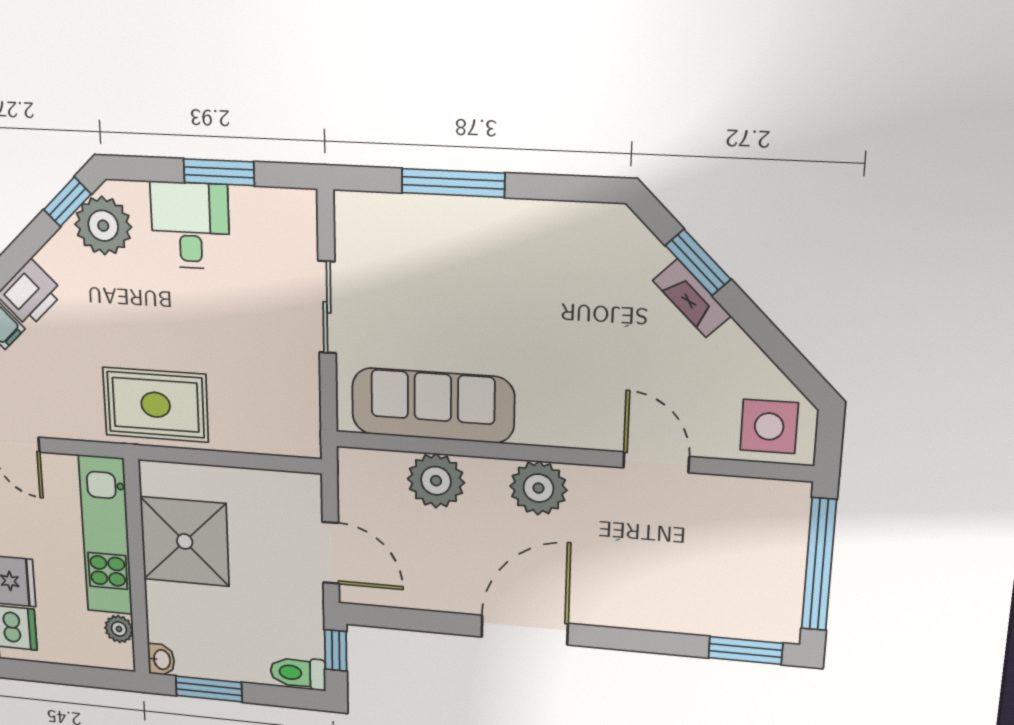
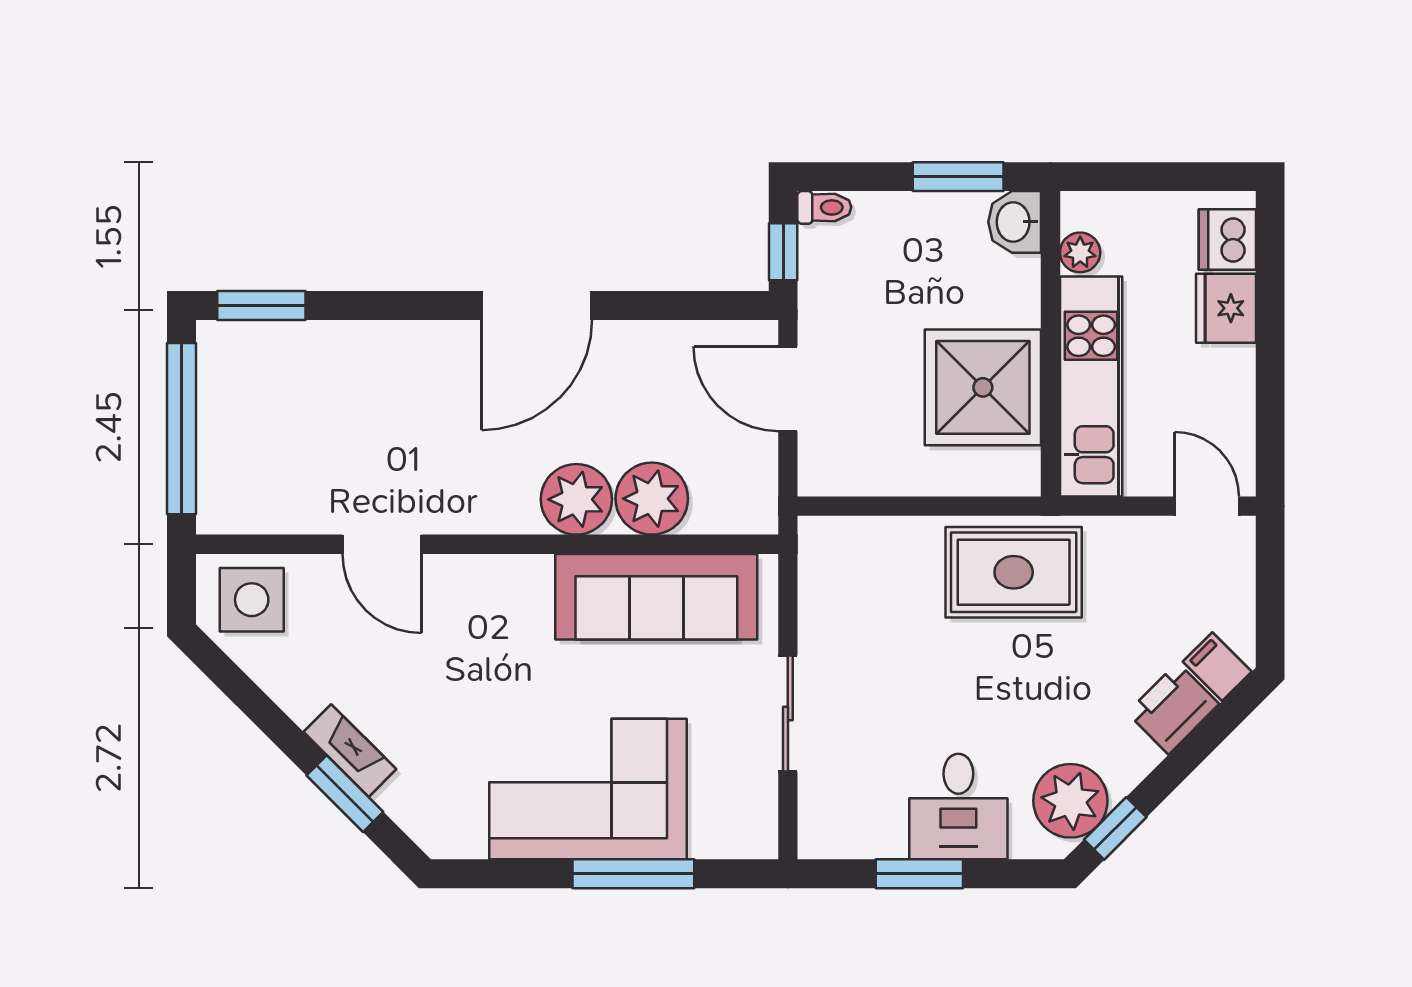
corner sofa: (490, 255) -> (588, 789), added
plant: (538, 488) -> (576, 499), moved
washbasin: (161, 660) -> (1015, 222), width x1.38, depth x1.45
toilet: (298, 673) -> (824, 207), width x0.73, depth x0.72

